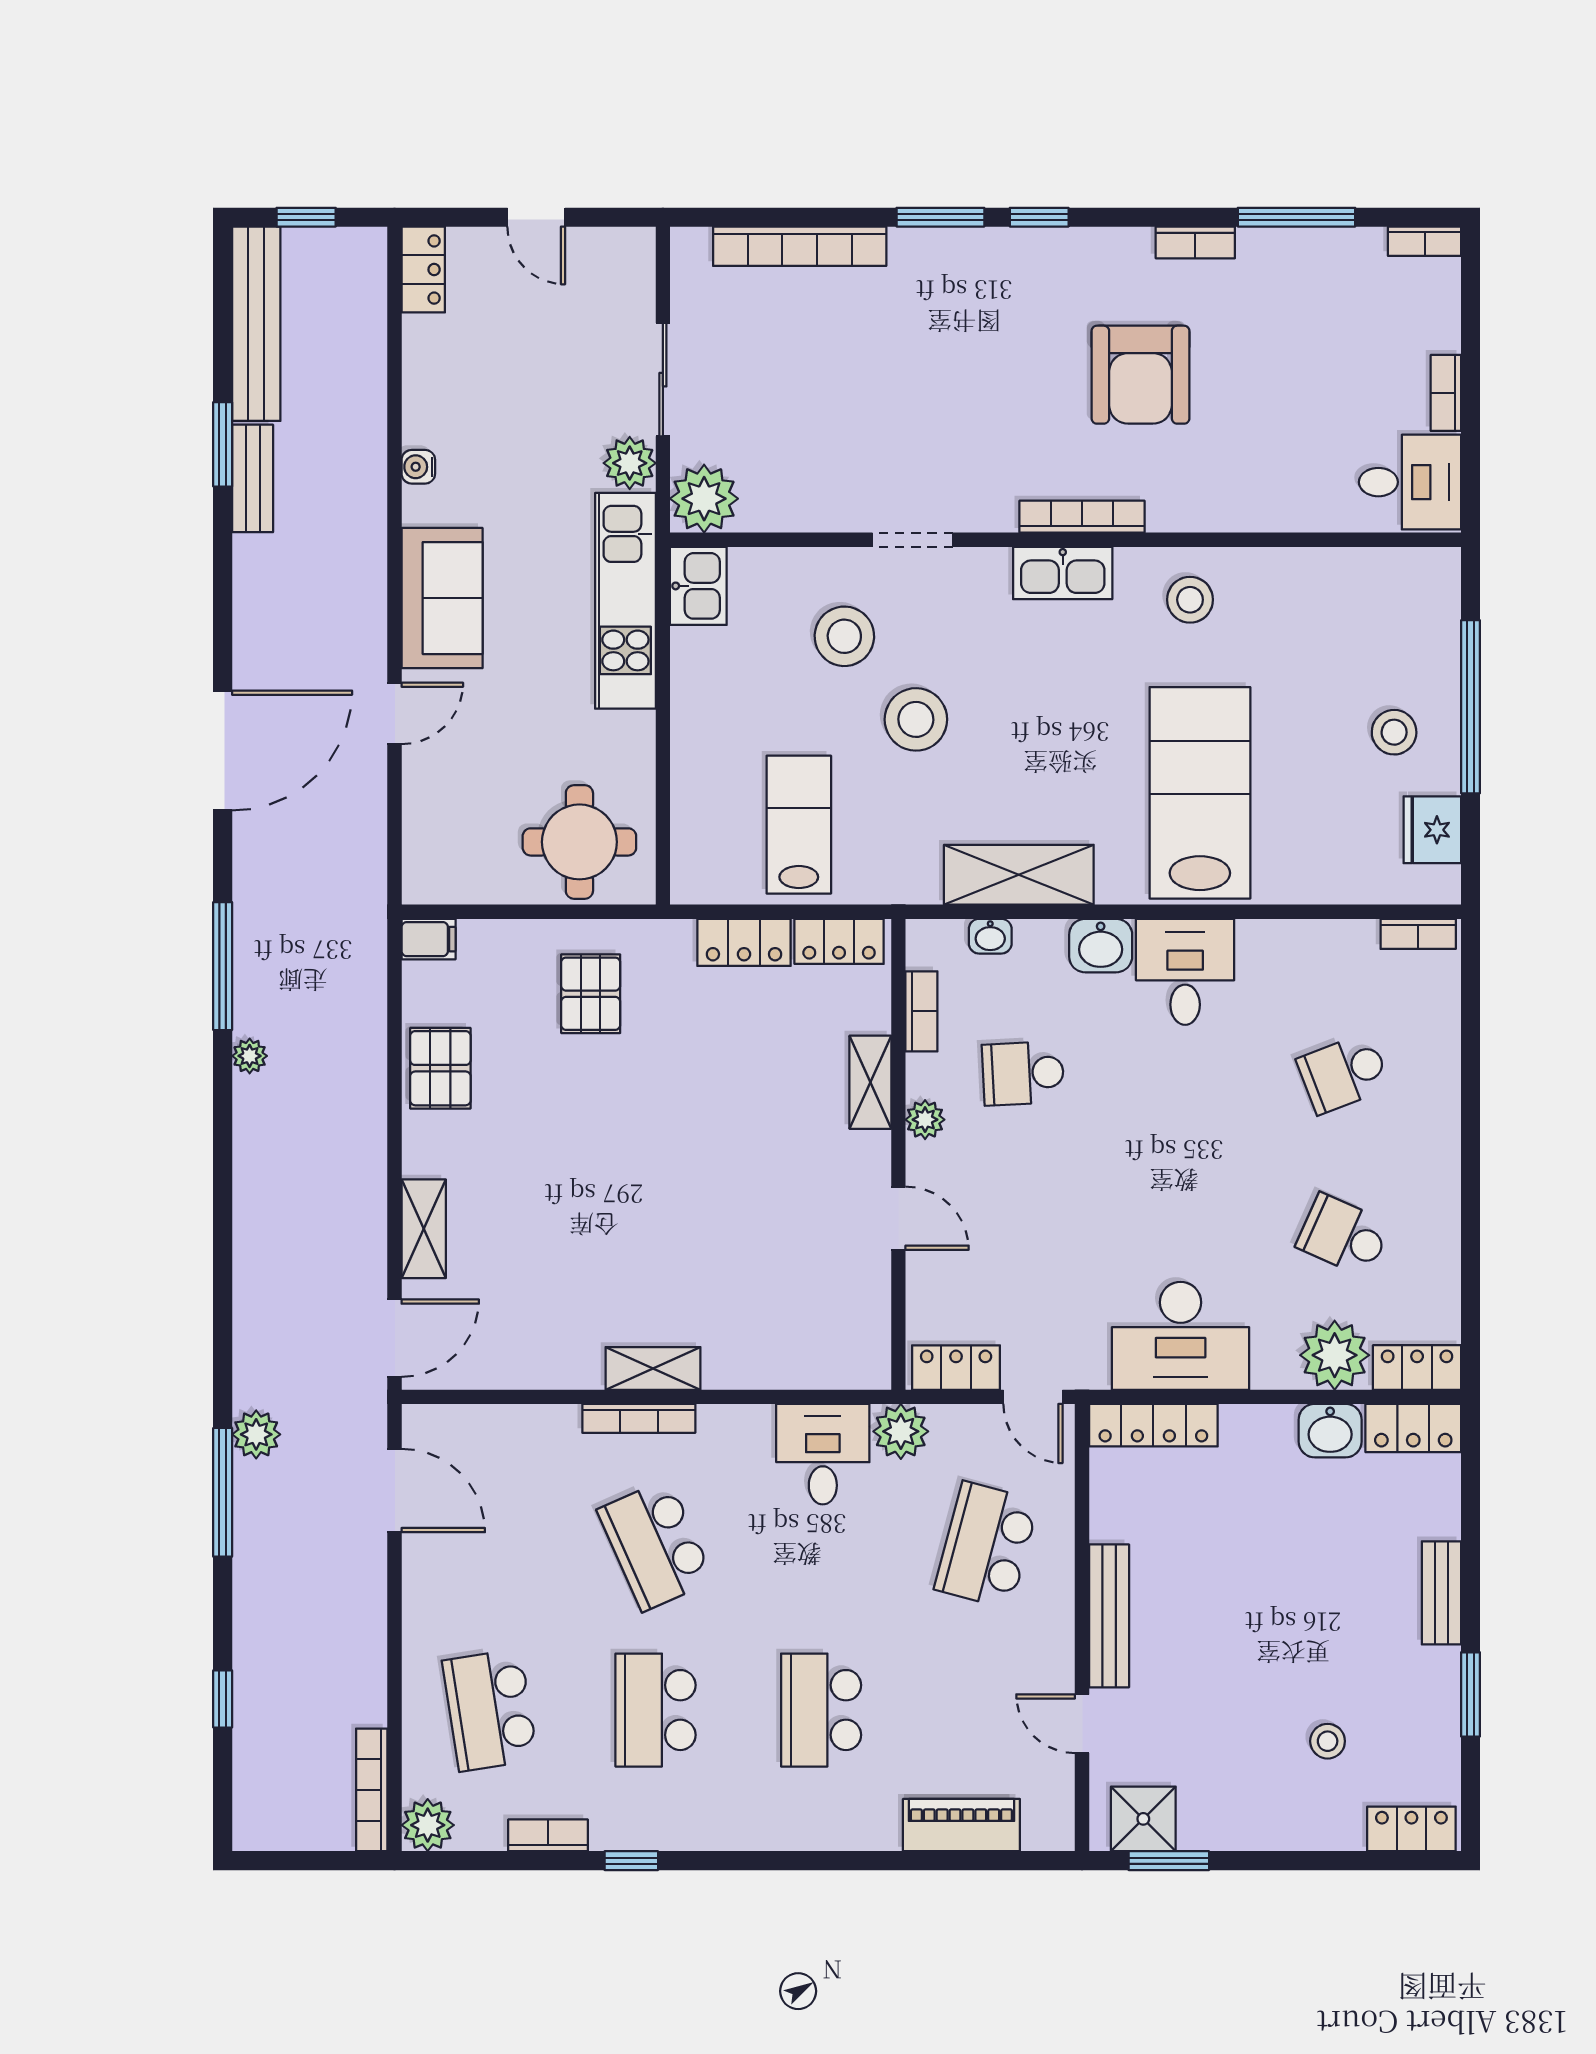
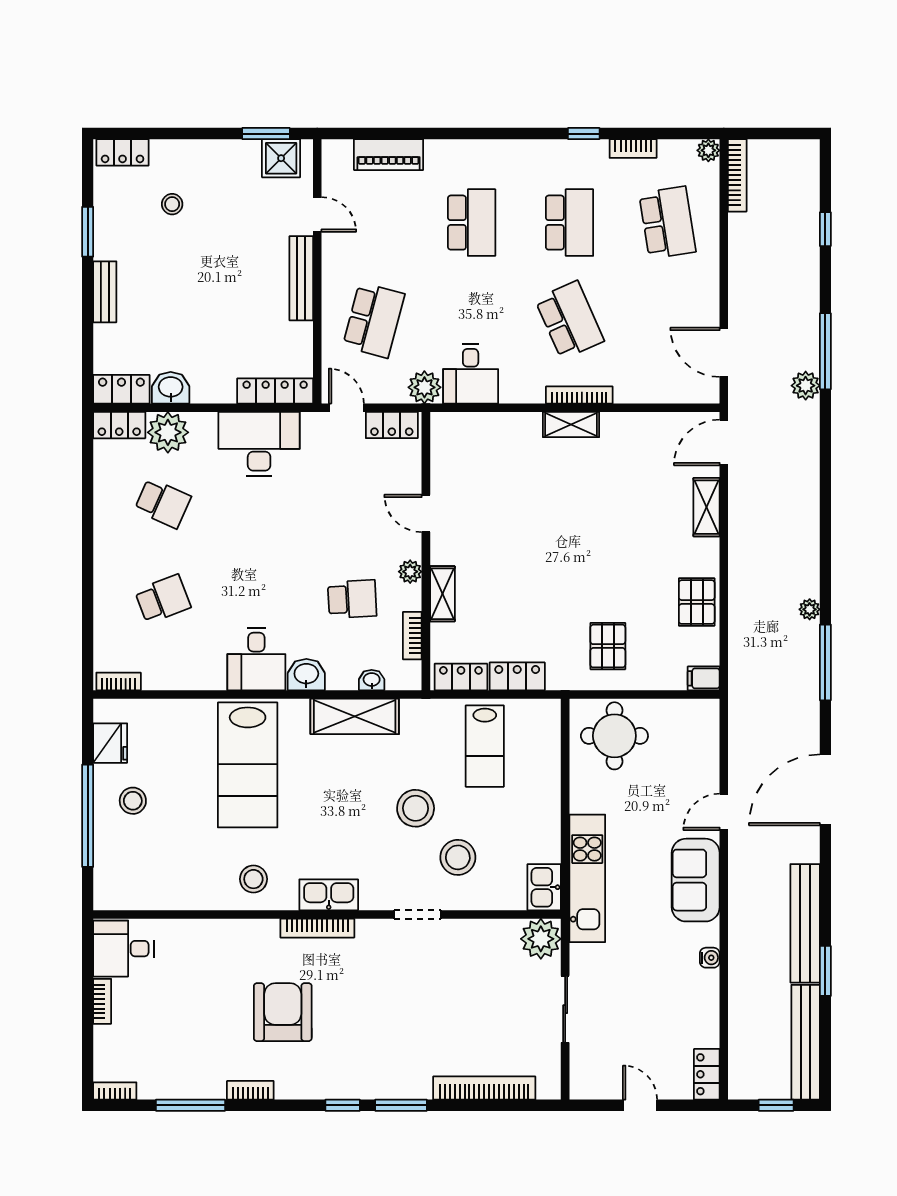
plant: (630, 463) -> (585, 960), removed
bench: (253, 478) -> (805, 923), width x1.86, depth x1.21
plant: (428, 1825) -> (708, 150), width x0.73, depth x0.73

